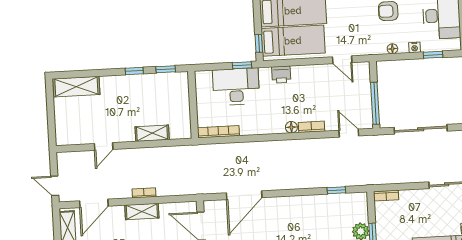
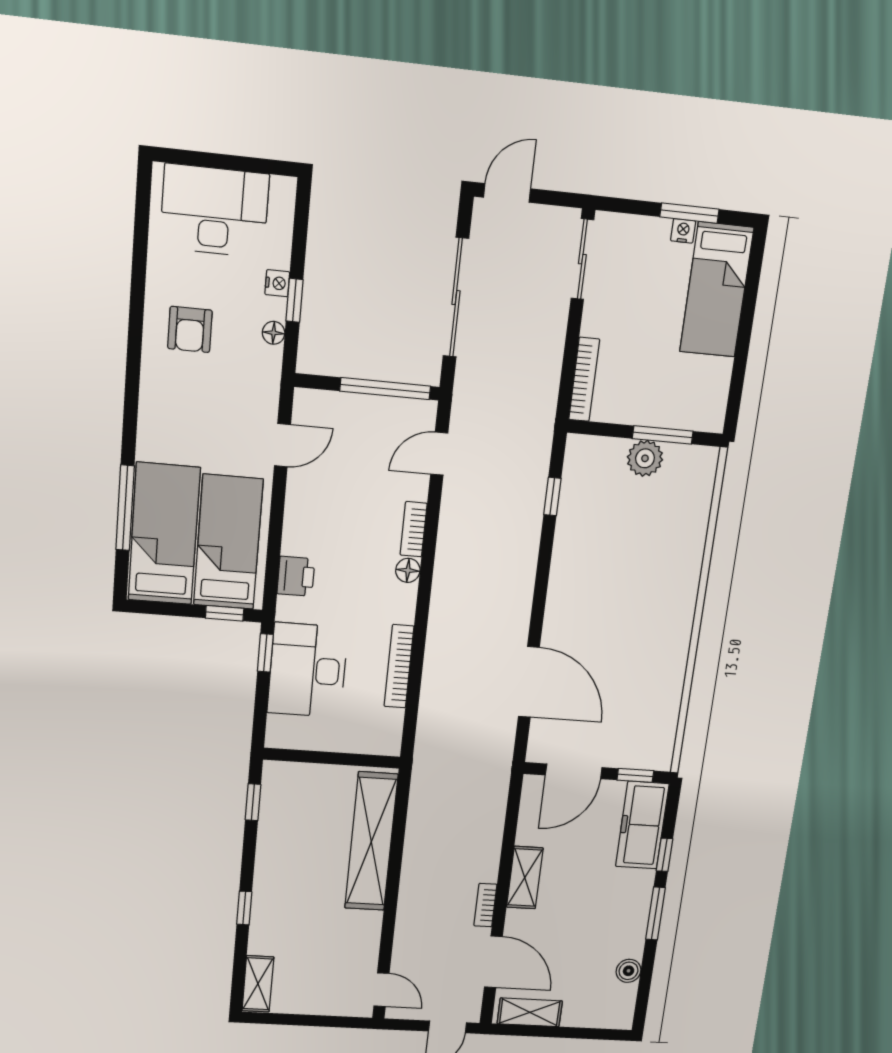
window: (433, 55) -> (294, 300), moved
window: (134, 71) -> (244, 908), moved
shelving: (76, 87) -> (258, 984), width x0.67, depth x0.75
bookcase: (218, 132) -> (399, 666), moved
shelving: (152, 133) -> (371, 842), width x2.20, depth x1.33
door: (104, 146) -> (381, 990), moved
bookcase: (144, 193) -> (485, 905), moved
bookcase: (386, 196) -> (584, 379), width x1.56

